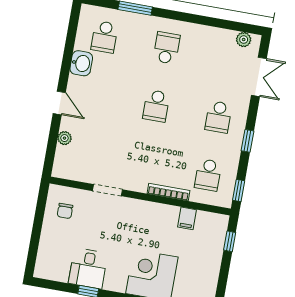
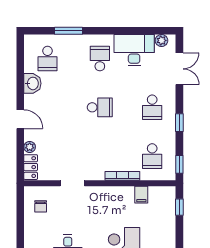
desk: (209, 45) -> (134, 50), added
school desk: (156, 106) -> (100, 107), turned -90
locker: (61, 162) -> (31, 167), added

